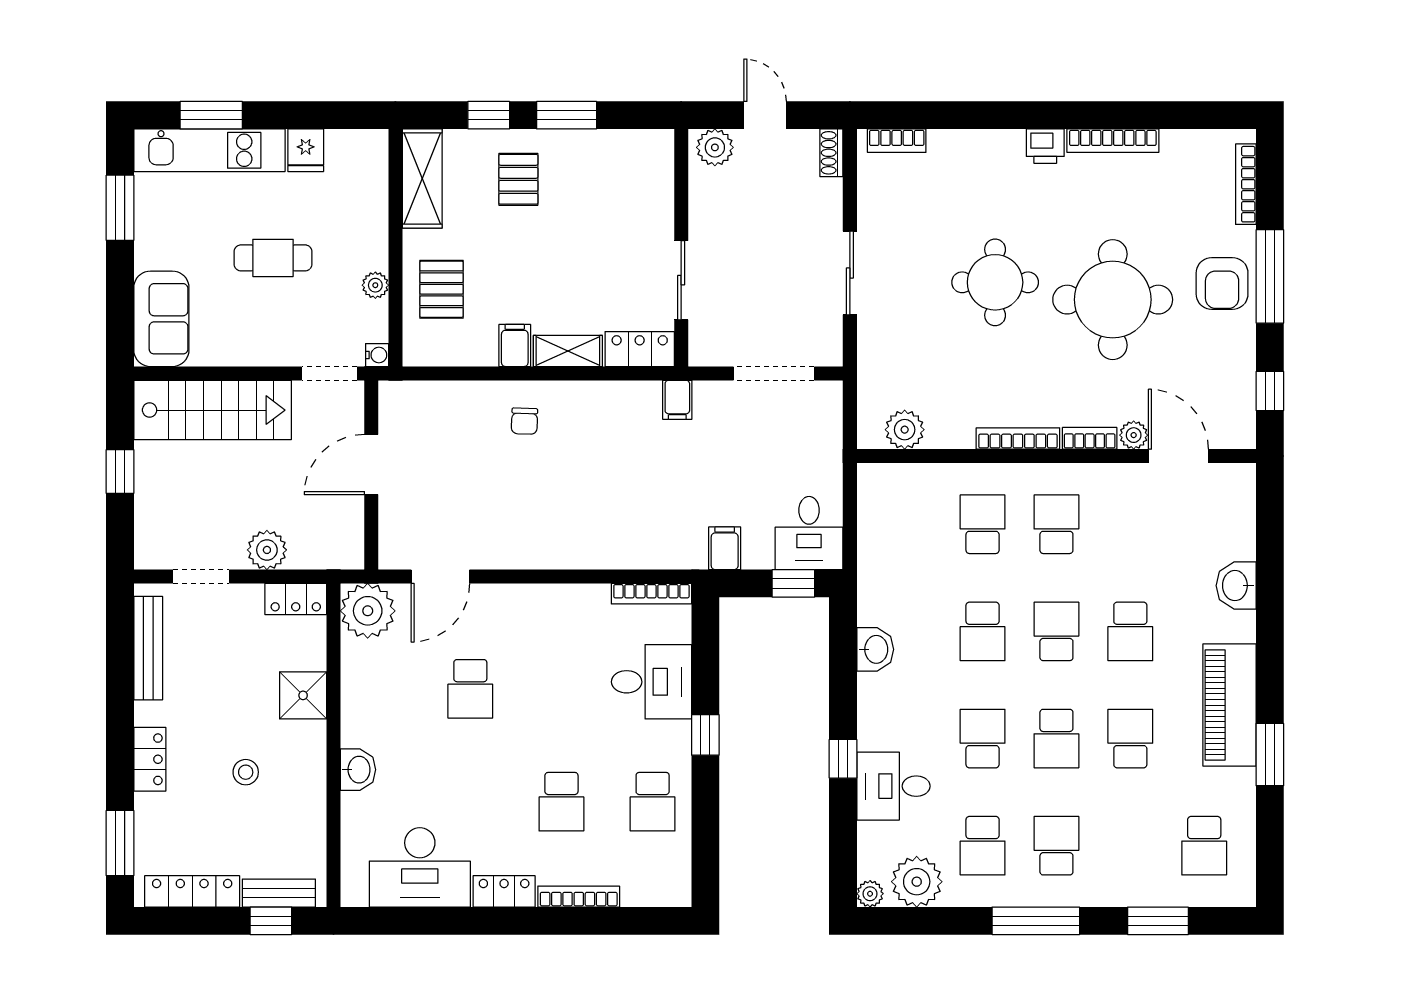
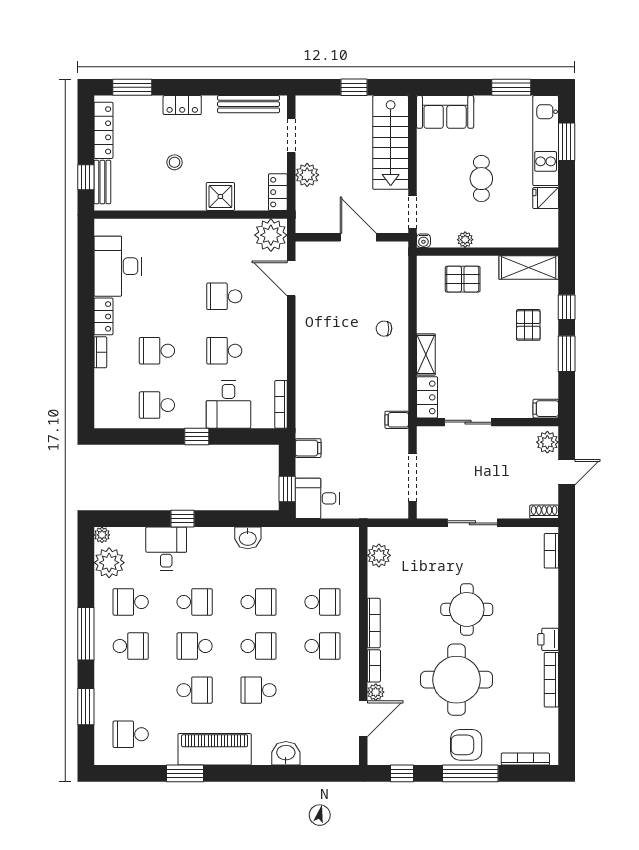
pallet: (518, 179) -> (528, 325), turned 90
filing cabinet: (515, 345) -> (546, 409), moved, turned 180
school desk: (983, 631) -> (259, 602), turned 180
school desk: (561, 689) -> (224, 351), added
washbasin: (358, 770) -> (176, 229), removed
bookcase: (579, 897) -> (100, 352), width x0.64

